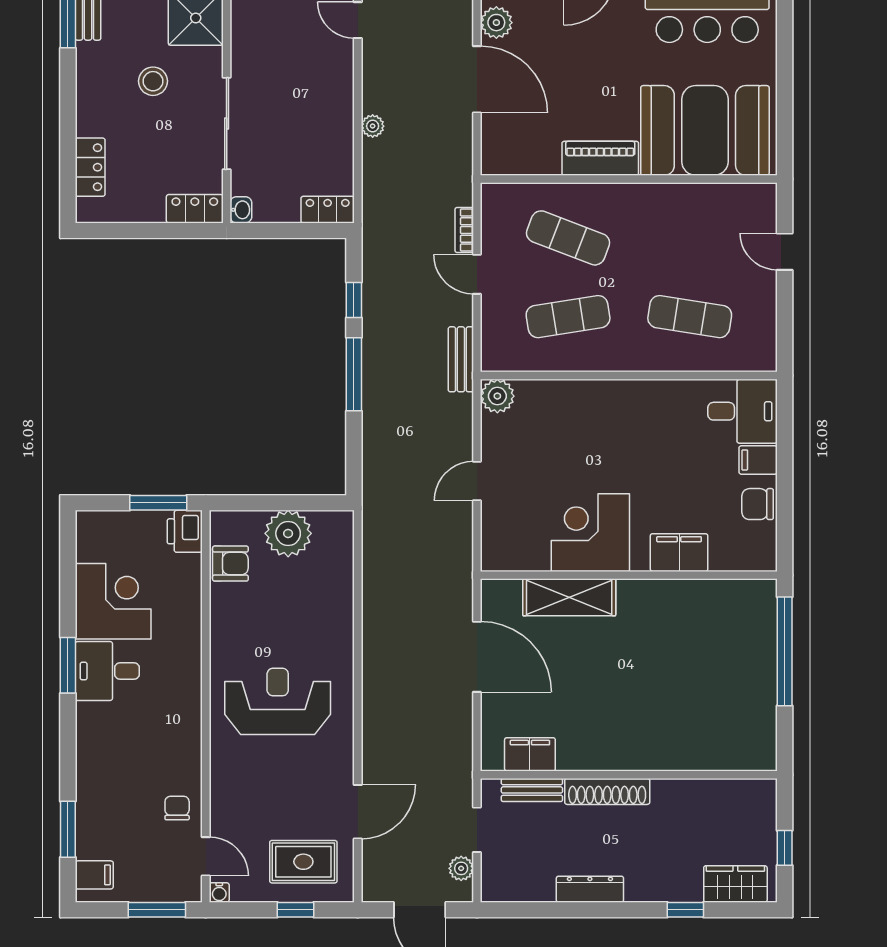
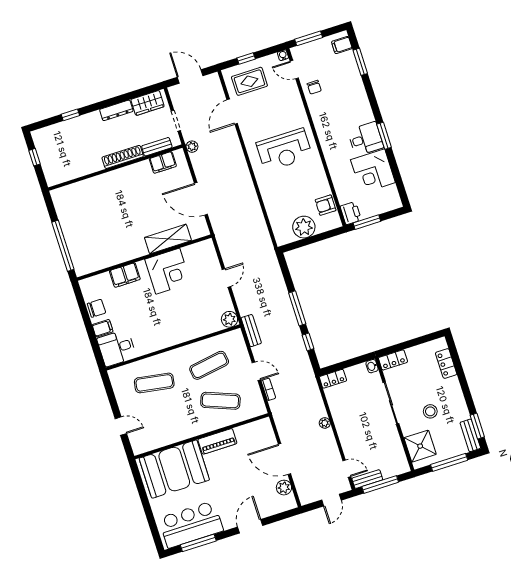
plant: (461, 868) -> (192, 147), moved
wardrobe: (735, 884) -> (148, 103), moved

